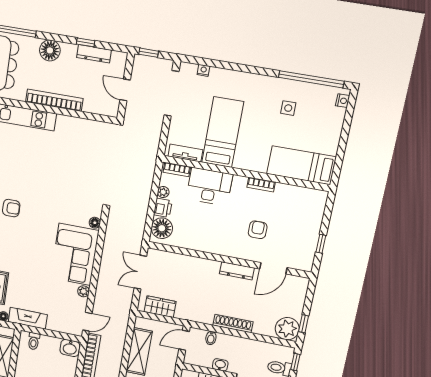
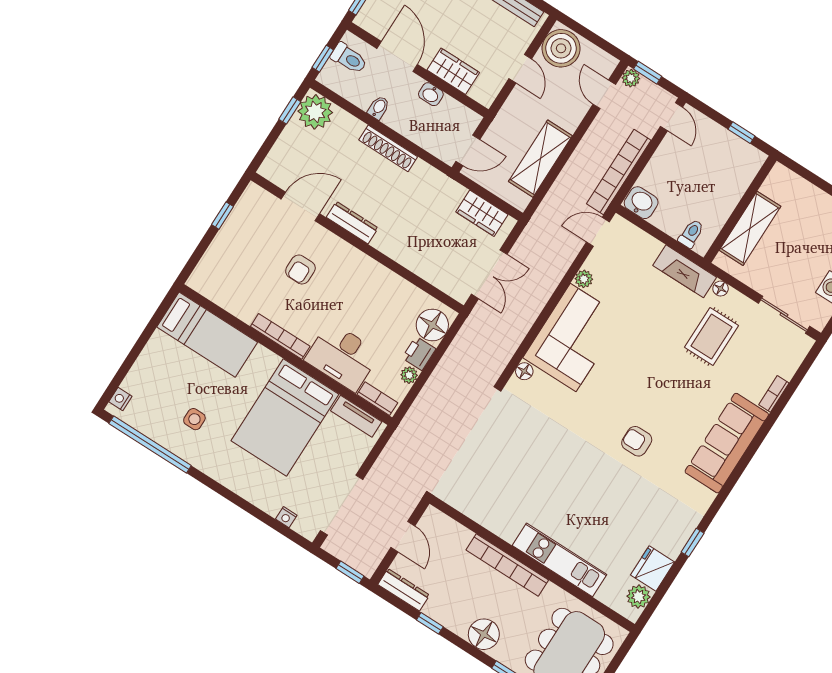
dresser: (94, 54) -> (404, 590), moved
bed: (223, 132) -> (285, 418), width x1.50
bookcase: (261, 185) -> (280, 336), width x1.56
bidet: (211, 338) -> (379, 108), moved

